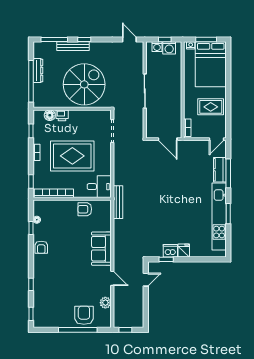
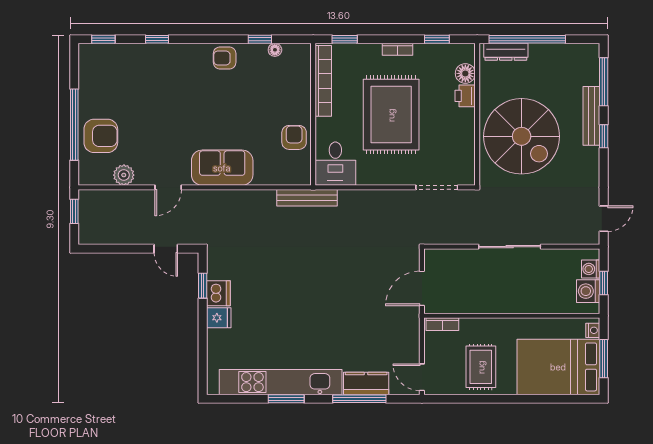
dresser: (38, 70) -> (506, 52), moved

